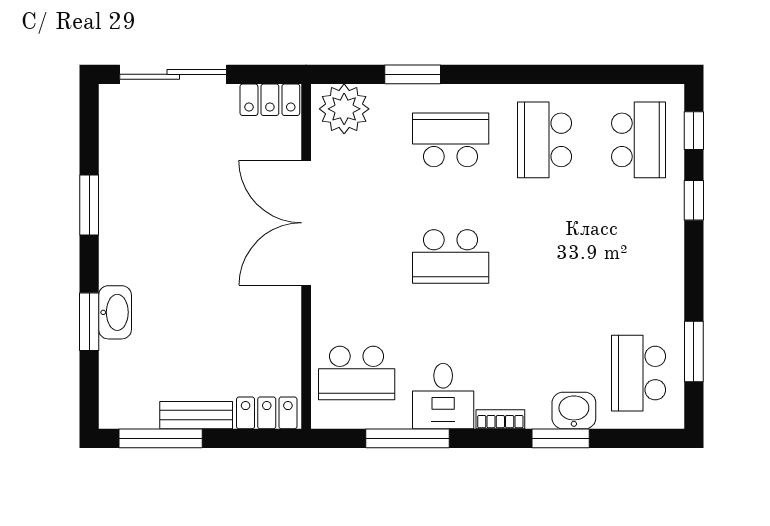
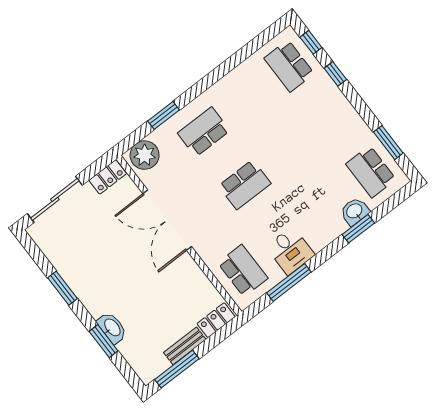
school desk: (545, 140) -> (246, 99), removed
school desk: (639, 140) -> (289, 66), turned 180
school desk: (357, 373) -> (243, 271), turned -90
bookcase: (500, 419) -> (324, 241), removed

